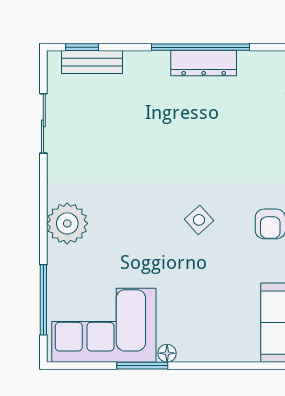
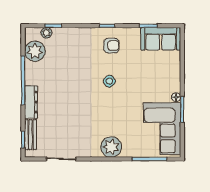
dresser: (204, 63) -> (31, 102), moved
plant: (259, 71) -> (35, 51), added

